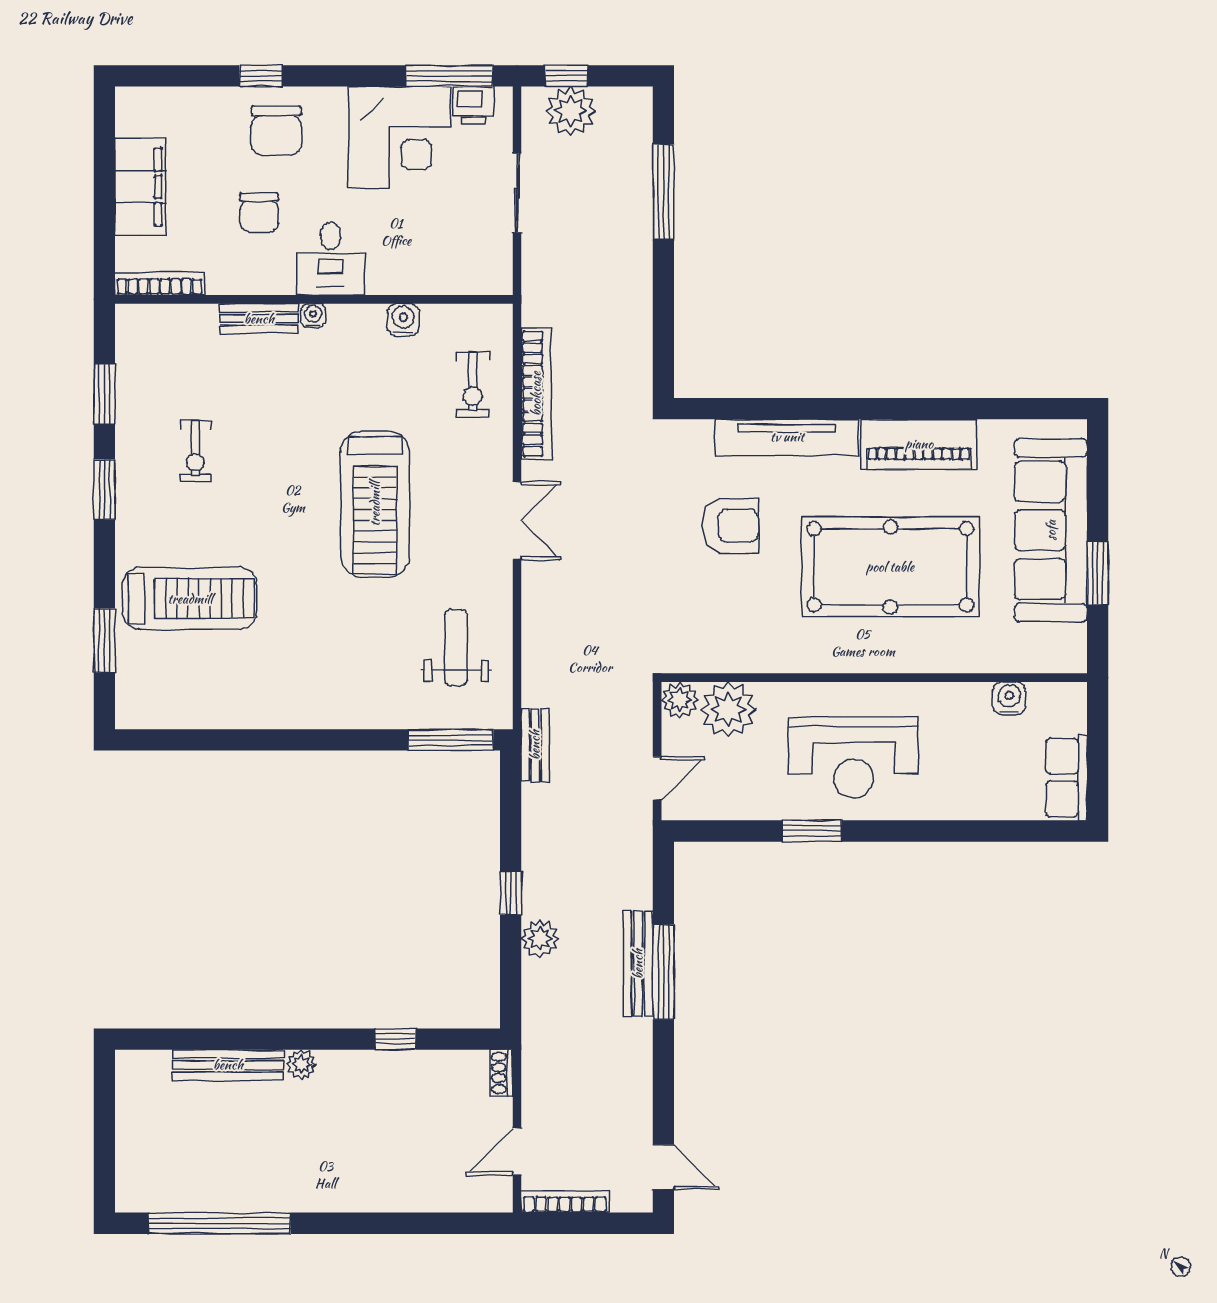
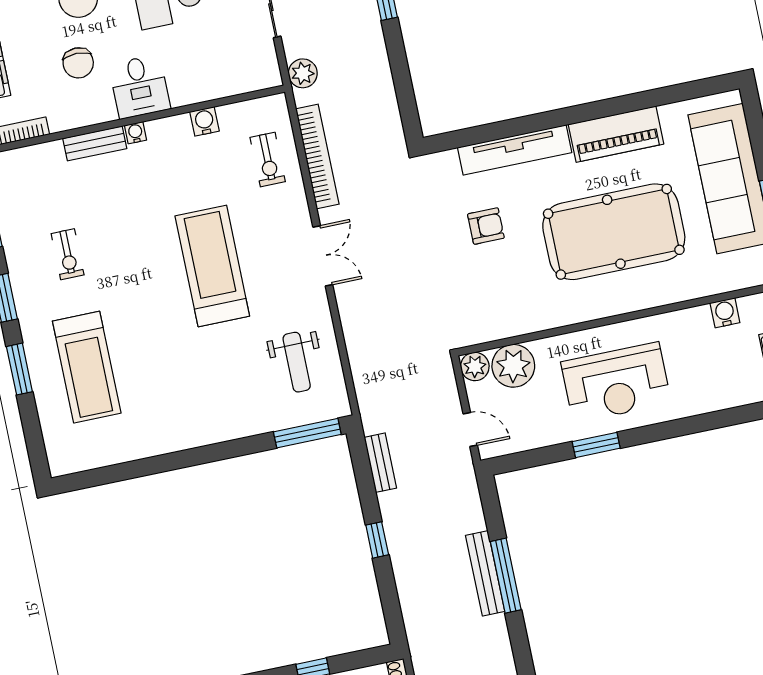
treadmill: (375, 504) -> (212, 266), turned 180
armchair: (731, 526) -> (486, 226), width x0.72, depth x0.72
treadmill: (190, 599) -> (87, 367), turned 90
window: (104, 641) -> (19, 369), moved
weight bench: (456, 648) -> (297, 362), turned 180
bench: (535, 745) -> (380, 463), moved
door: (657, 778) -> (470, 430), hinge flipped
plant: (540, 939) -> (303, 73), moved

